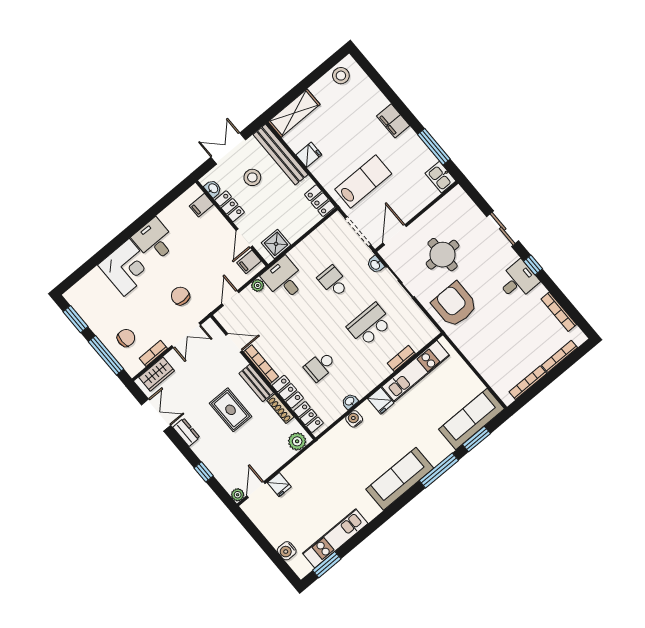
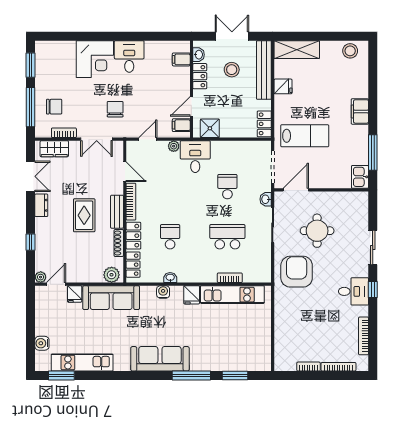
school desk: (320, 366) -> (170, 237), turned 90
bookcase: (528, 383) -> (309, 367), width x0.64
sofa: (472, 419) -> (111, 298), moved, turned 180

